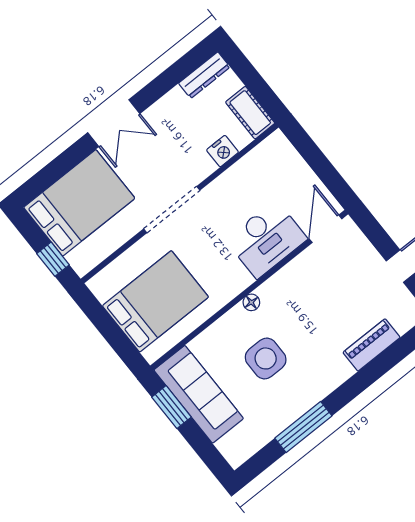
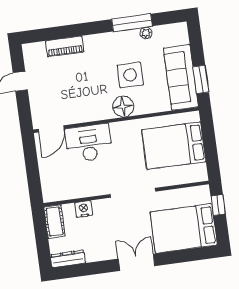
floor lamp: (251, 302) -> (123, 107), width x1.89, depth x1.89
plant: (278, 424) -> (146, 33), added

